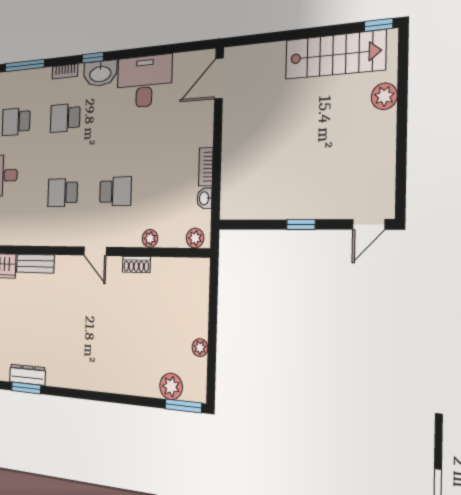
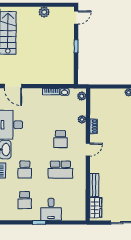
plant: (384, 96) -> (44, 12), moved
school desk: (115, 191) -> (60, 139), turned 180
school desk: (63, 193) -> (60, 170), width x1.85
door: (369, 224) -> (76, 18), hinge flipped

